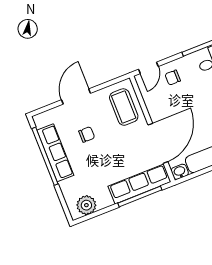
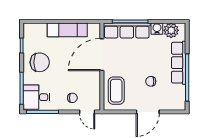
door: (148, 68) -> (87, 112), swing flipped
row of seats: (55, 153) -> (179, 63), moved
washbasin: (180, 172) -> (94, 28), removed
water cooler: (104, 201) -> (157, 29), added

